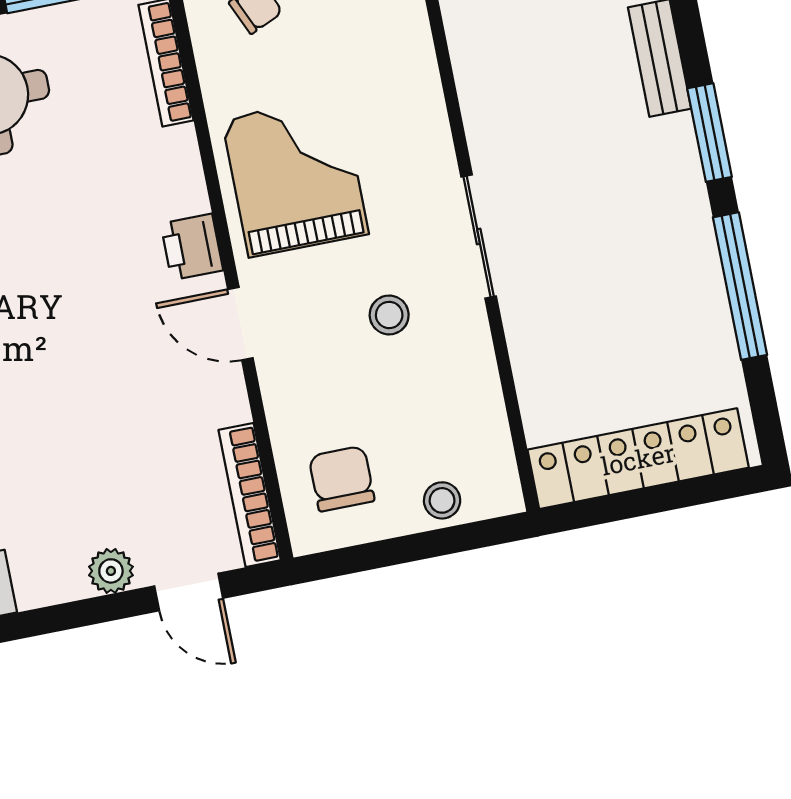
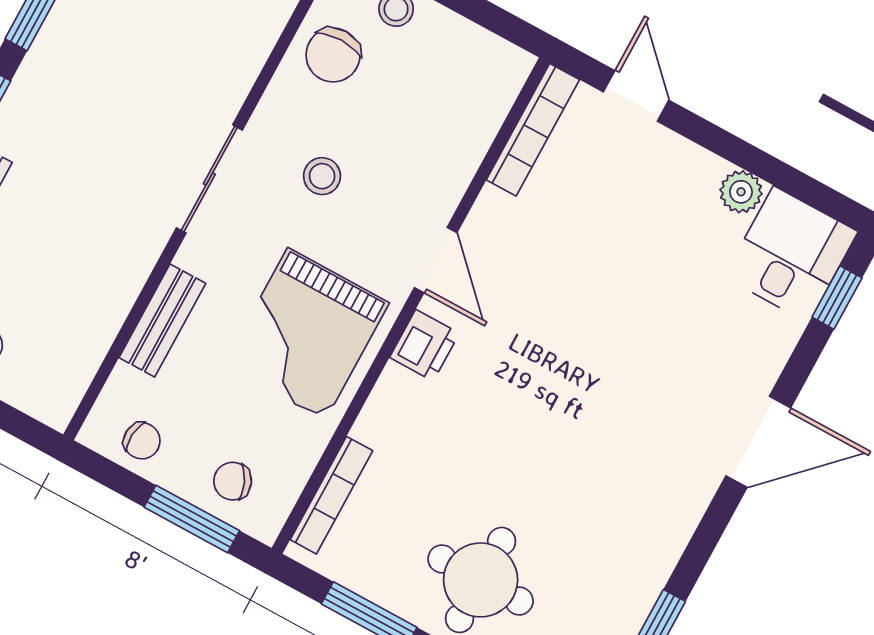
bench: (421, 90) -> (162, 320), added
chair: (342, 479) -> (333, 55), moved
plant: (111, 571) -> (741, 192), moved

